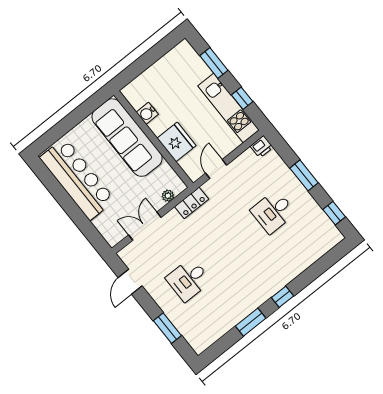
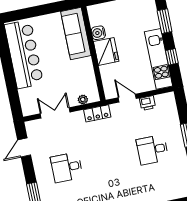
sofa: (127, 138) -> (76, 34), width x0.74, depth x0.79
fridge: (177, 142) -> (106, 51), moved
printer: (262, 147) -> (147, 103), moved
door: (216, 169) -> (127, 98), hinge flipped

